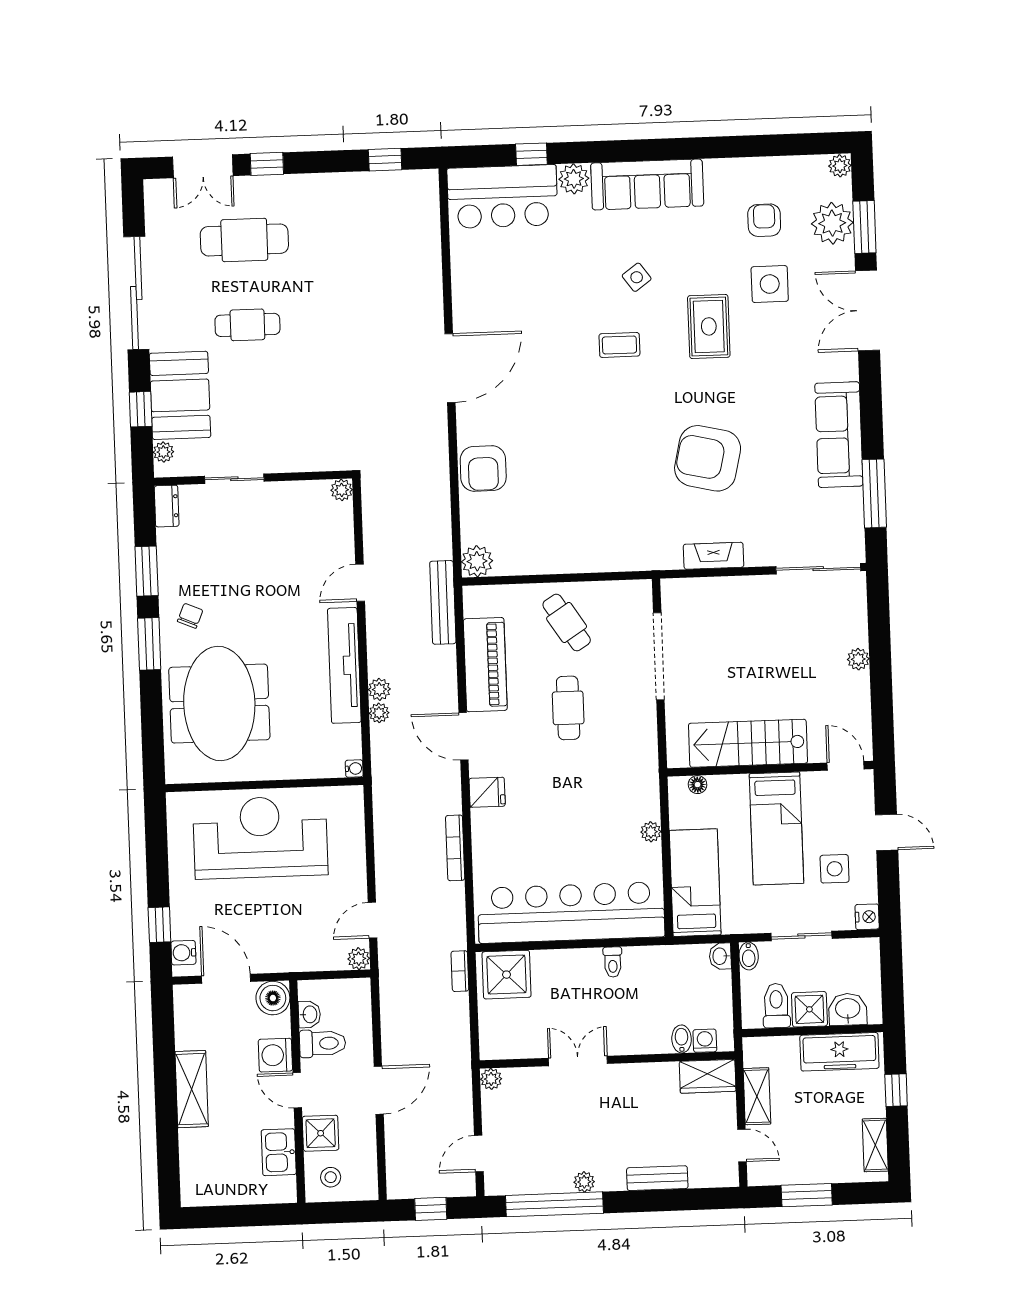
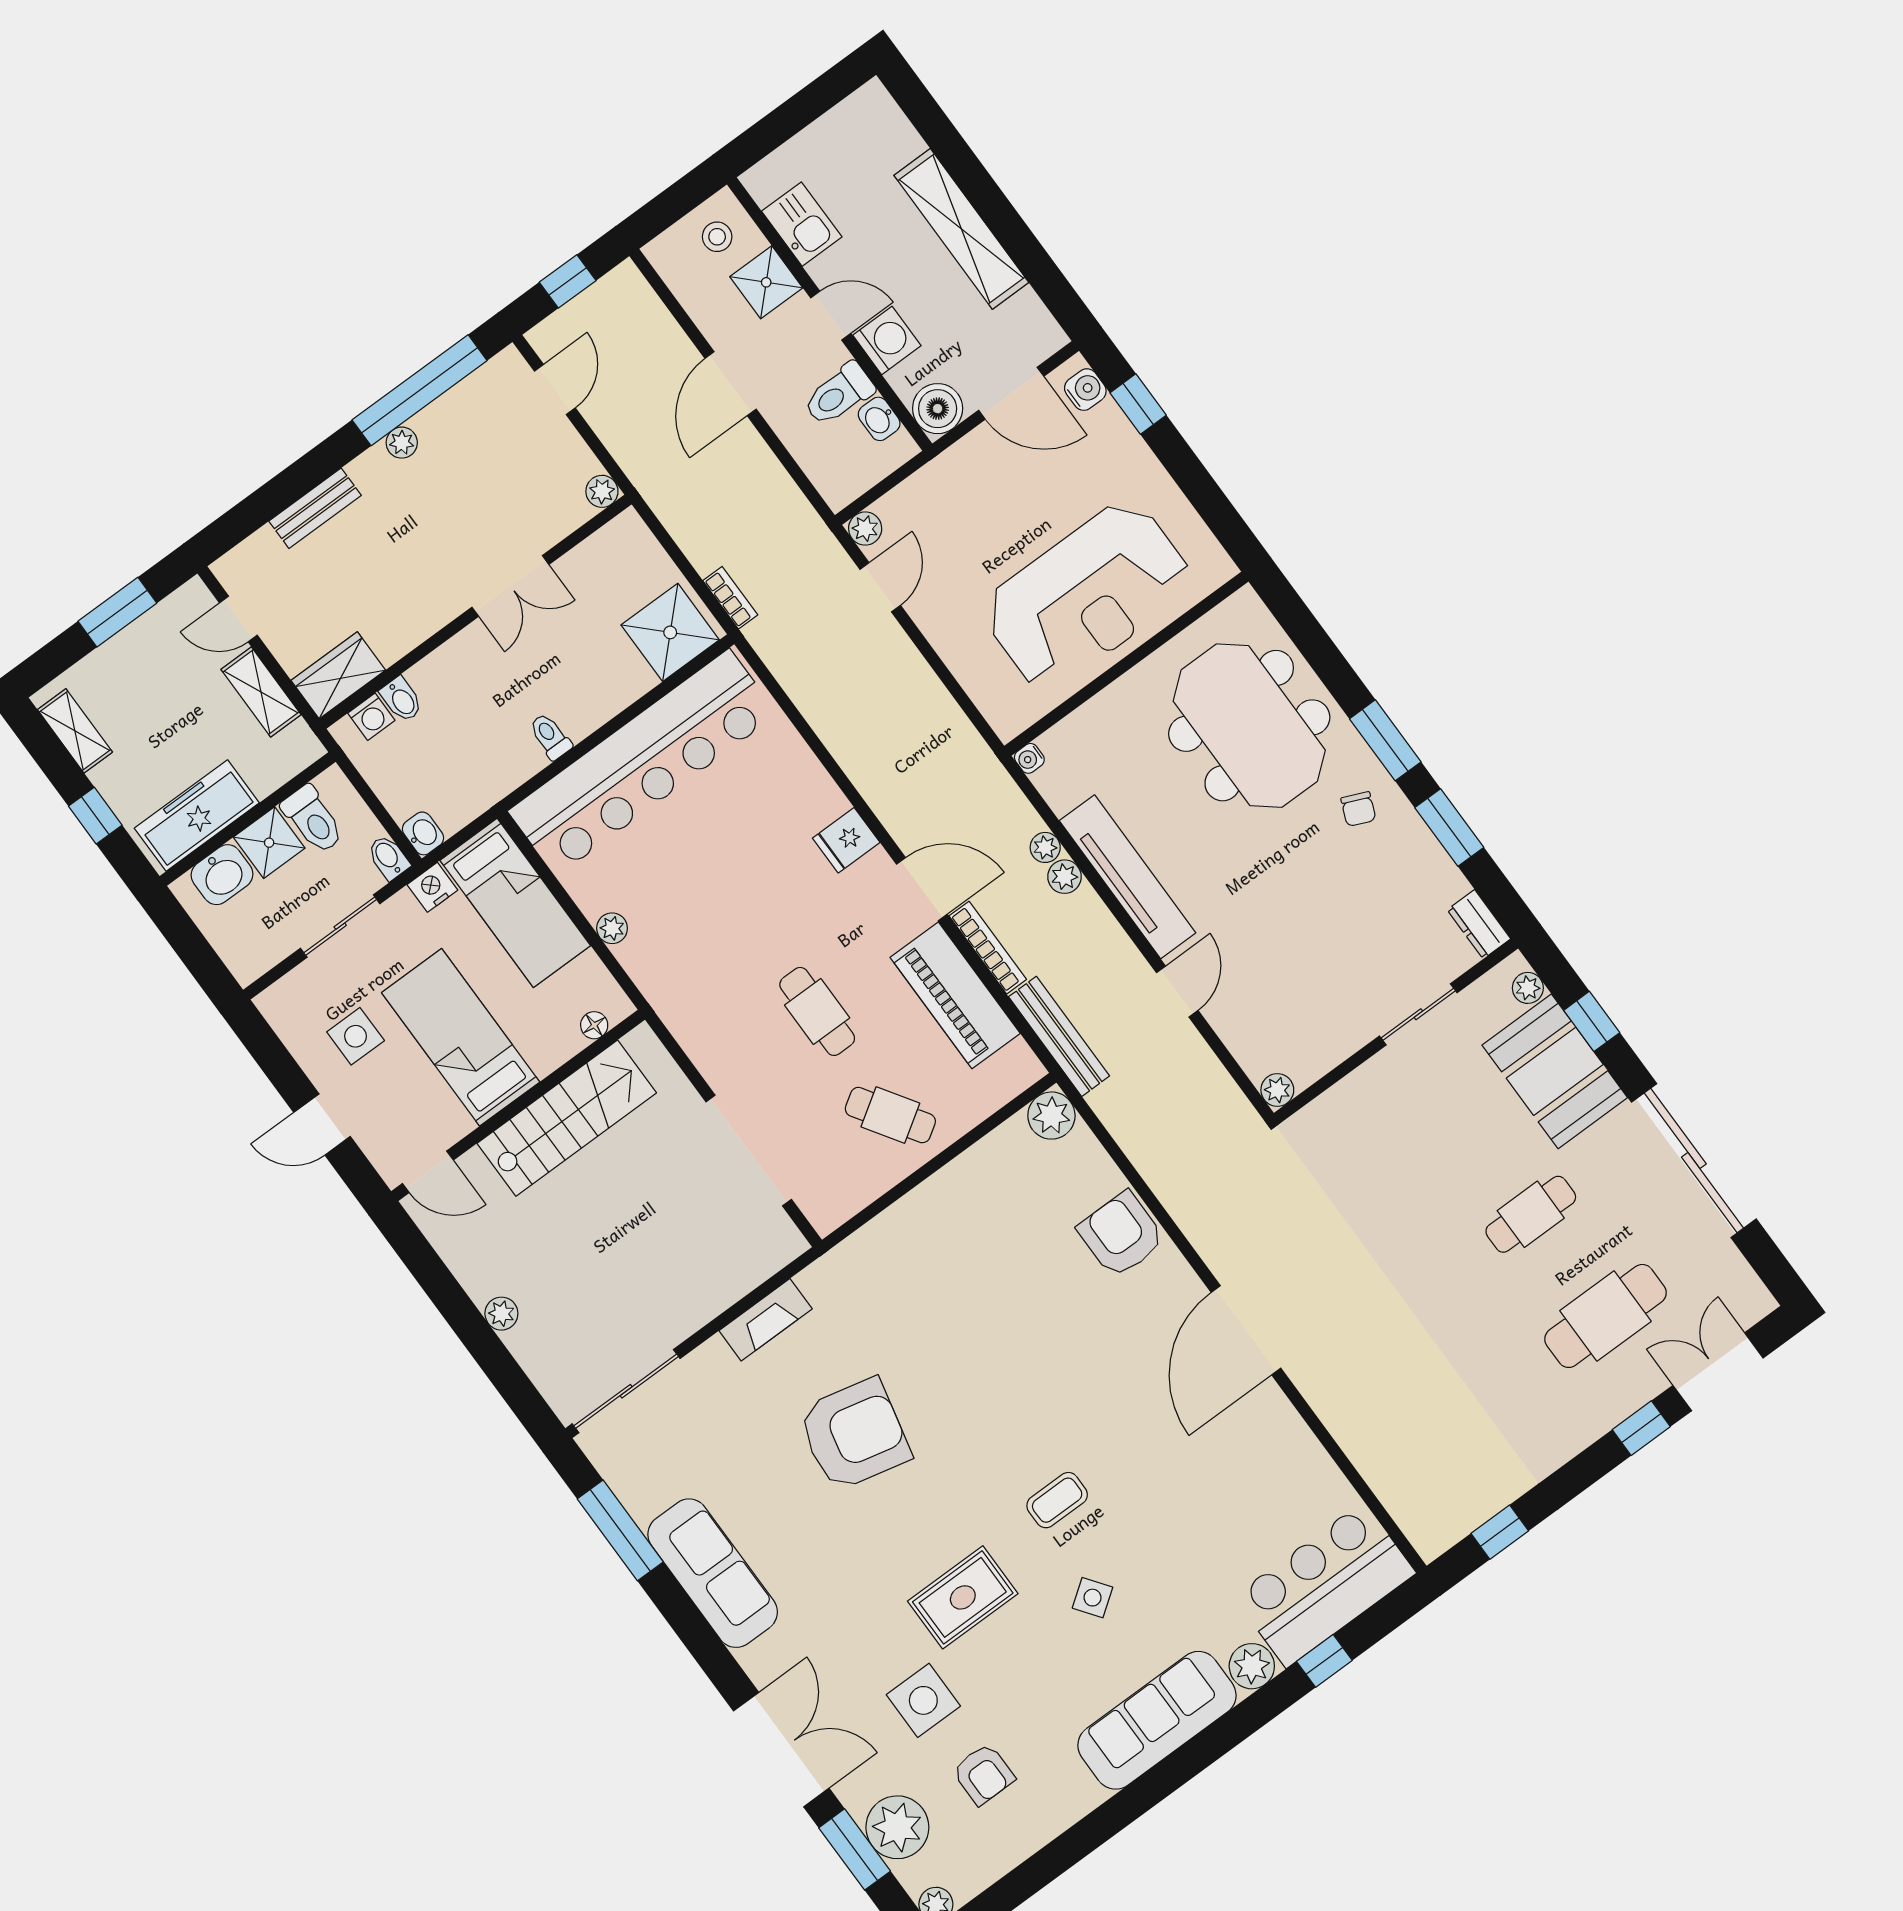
rug: (709, 326) -> (963, 1597), turned 90
bookcase: (455, 848) -> (988, 948), moved
nightstand: (867, 917) -> (432, 887), moved, turned 90
shelving: (192, 1089) -> (961, 229), width x1.47

